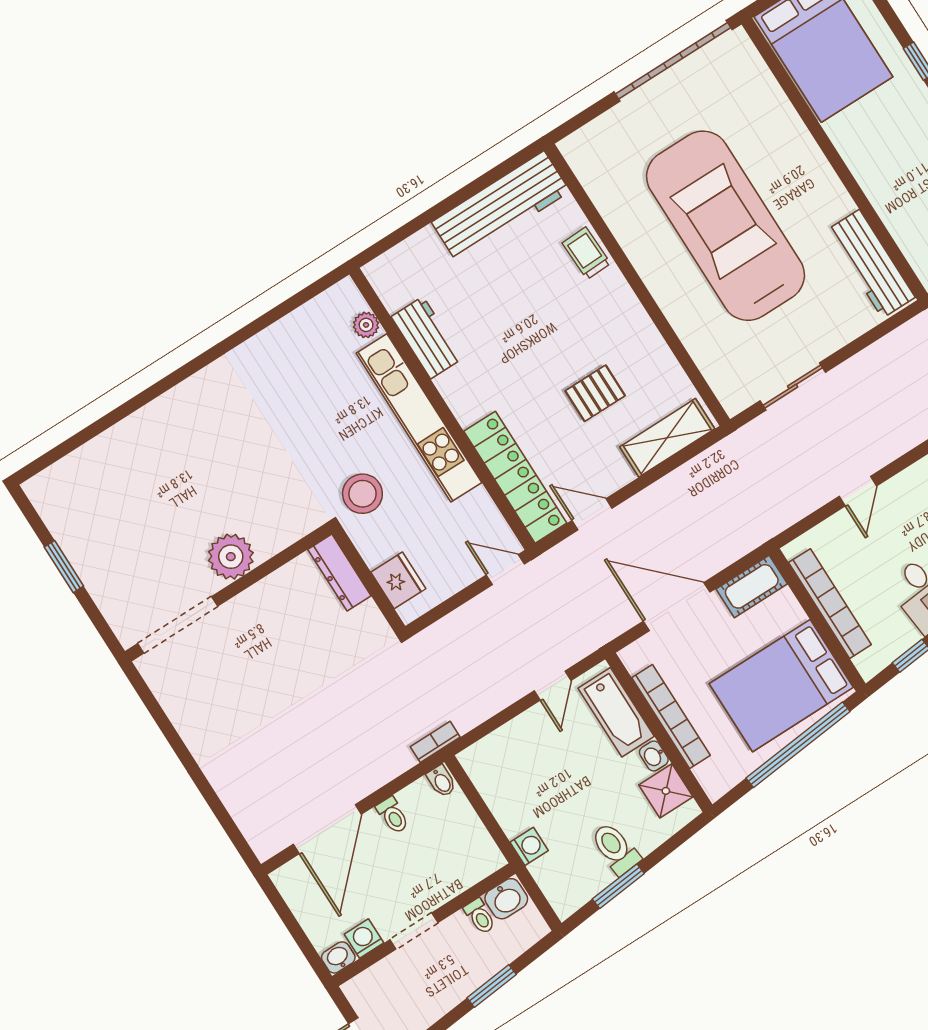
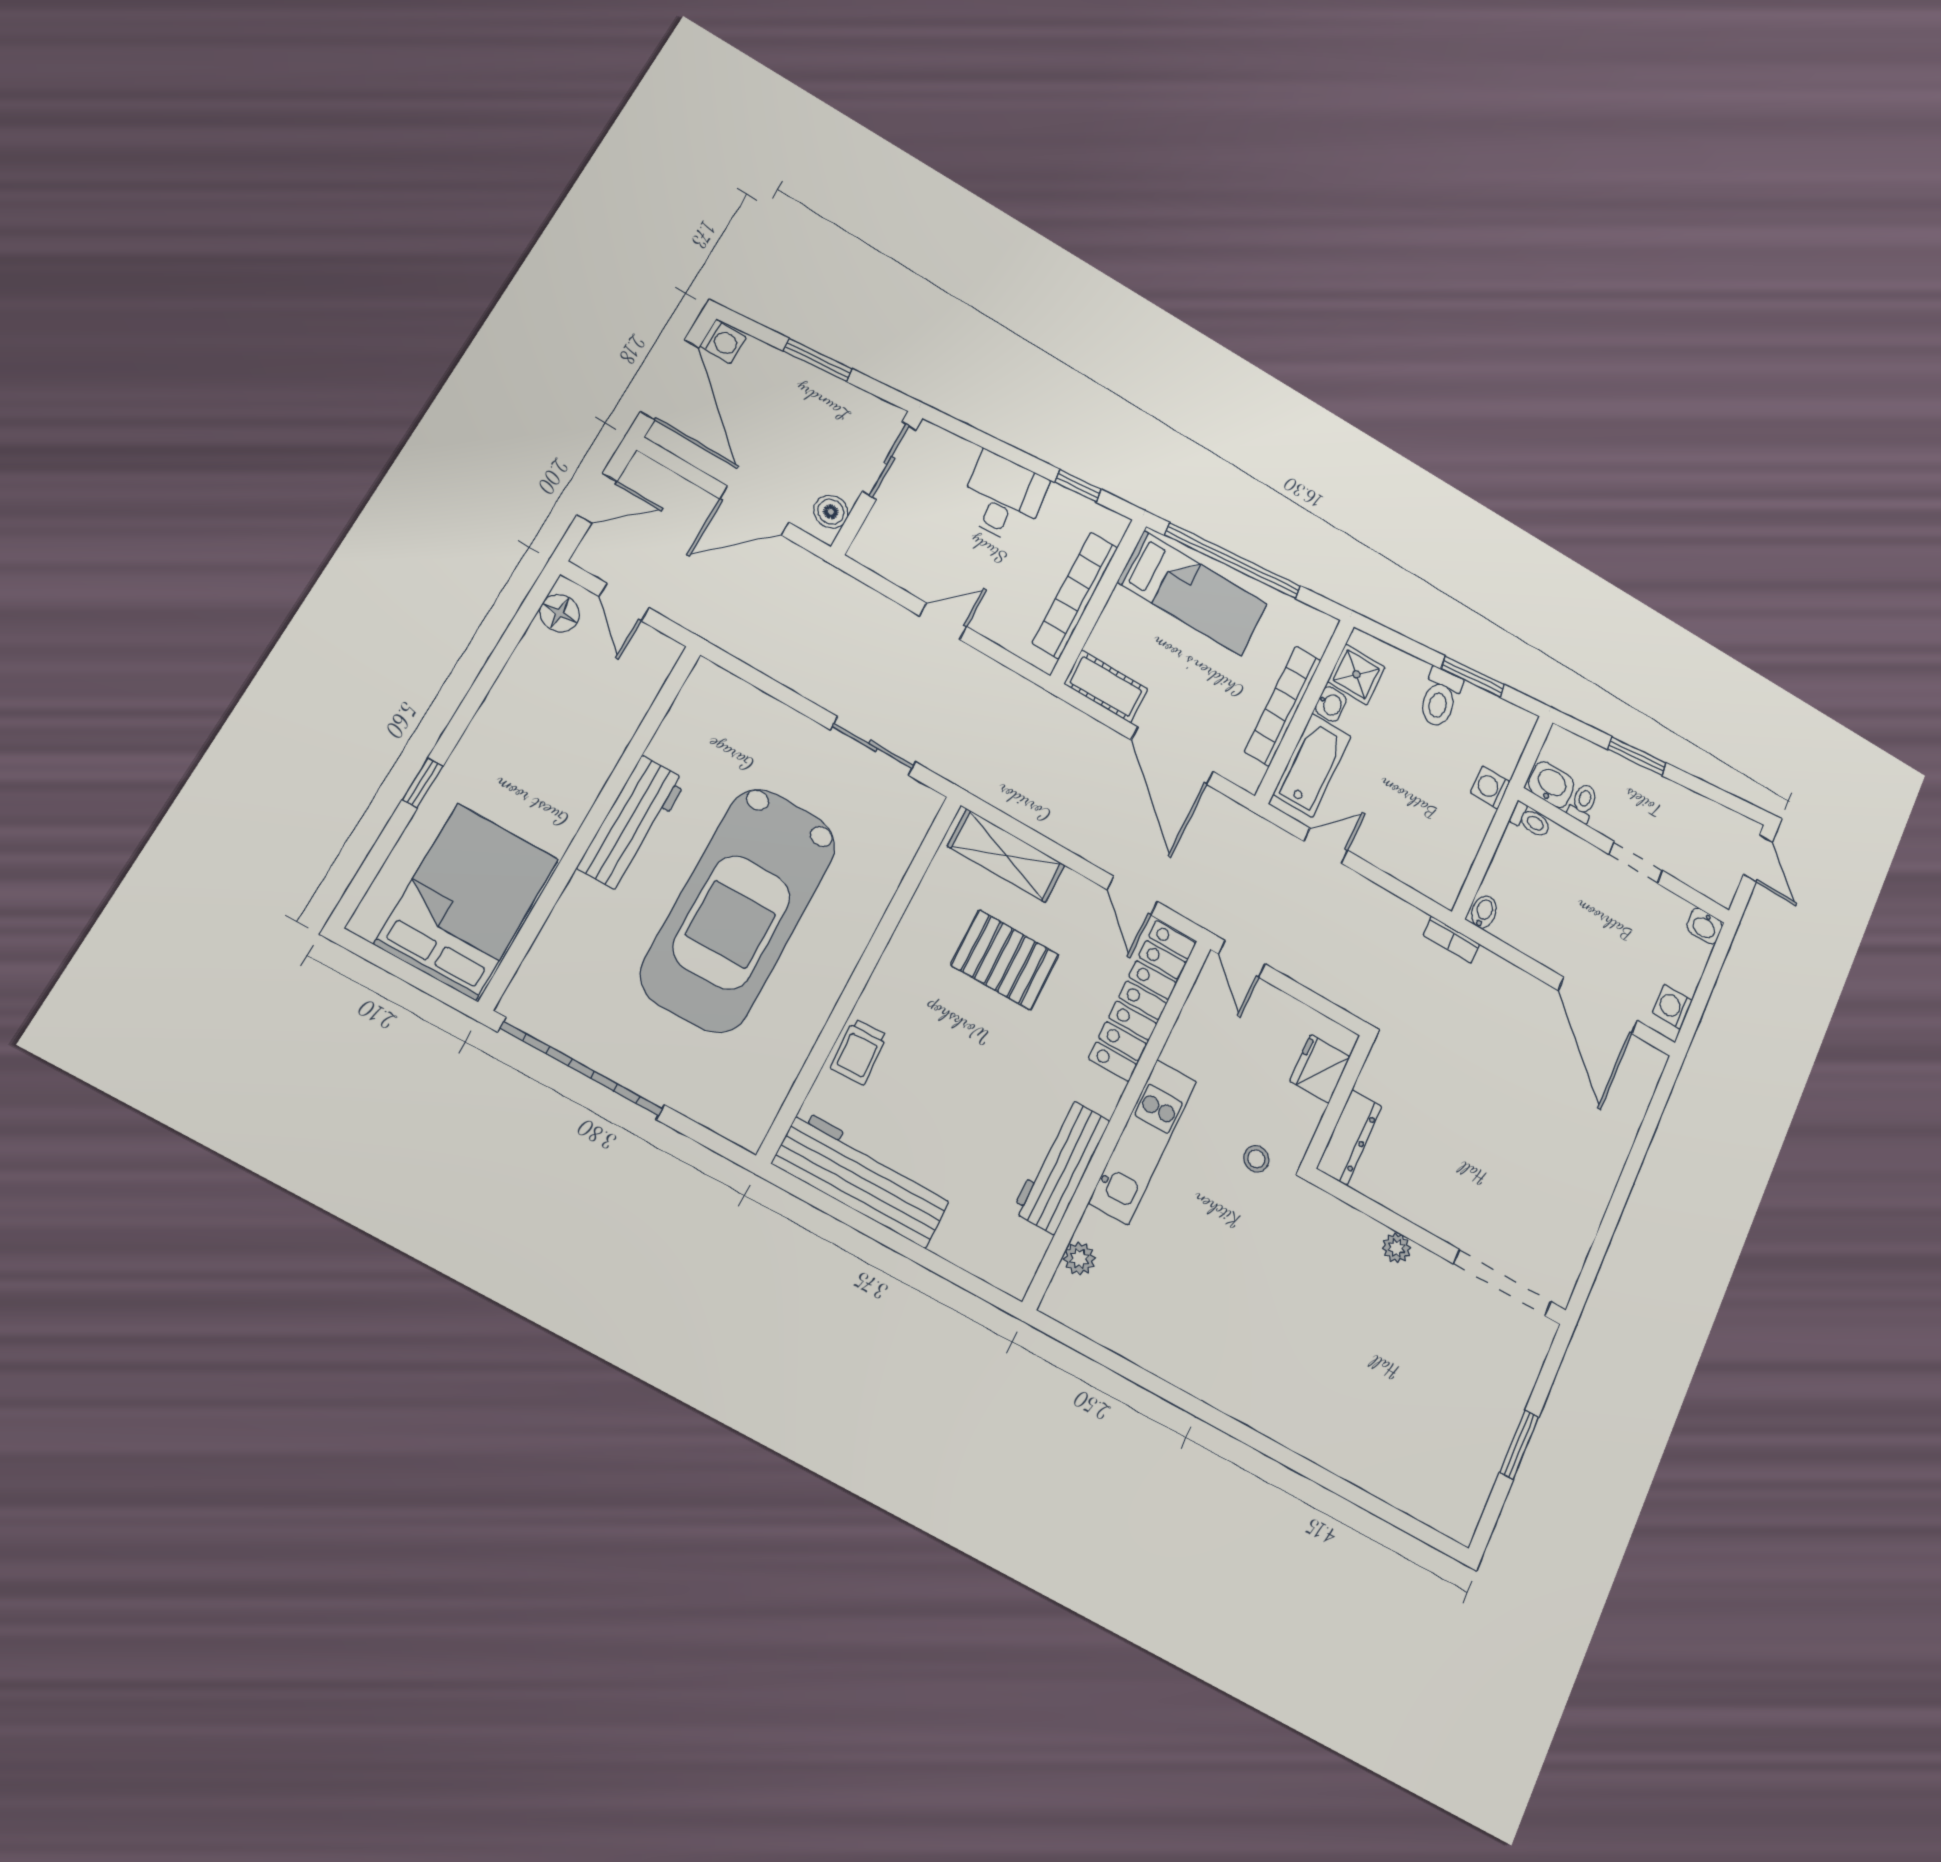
workbench: (871, 264) -> (632, 824), moved
workbench: (427, 338) -> (1061, 1166), width x1.38
pallet: (595, 393) -> (1005, 960), width x1.50, depth x1.42
kitchen unit: (419, 418) -> (1143, 1142), width x0.73
stool: (362, 494) -> (1256, 1159), width x0.53, depth x0.53
plant: (231, 557) -> (1397, 1248), width x0.53, depth x0.53
bed: (781, 686) -> (1192, 593), width x0.67
toilet: (393, 815) -> (1530, 820), moved, turned 90
door: (327, 829) -> (1598, 1005), swing flipped
washing machine: (364, 939) -> (1672, 1007), moved, turned 90

